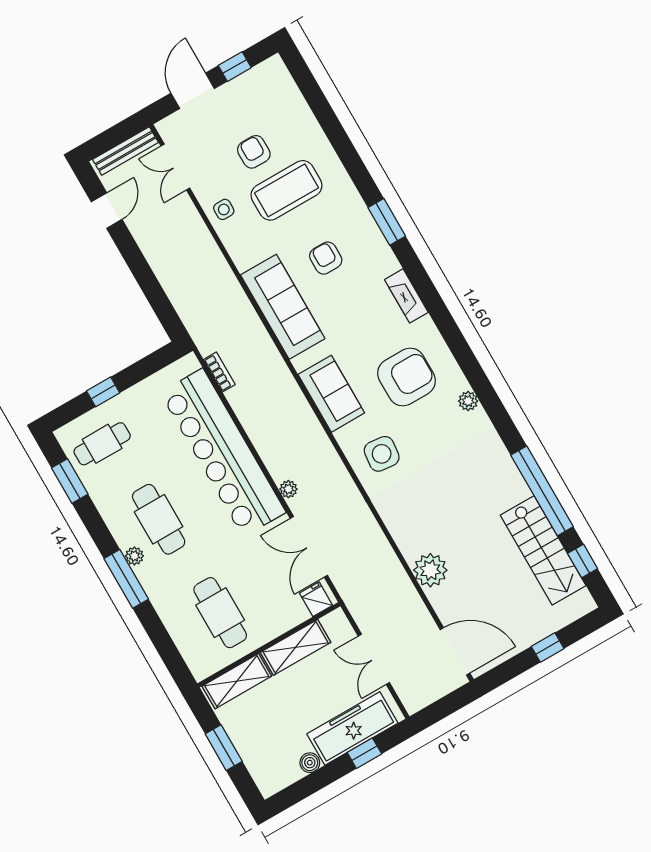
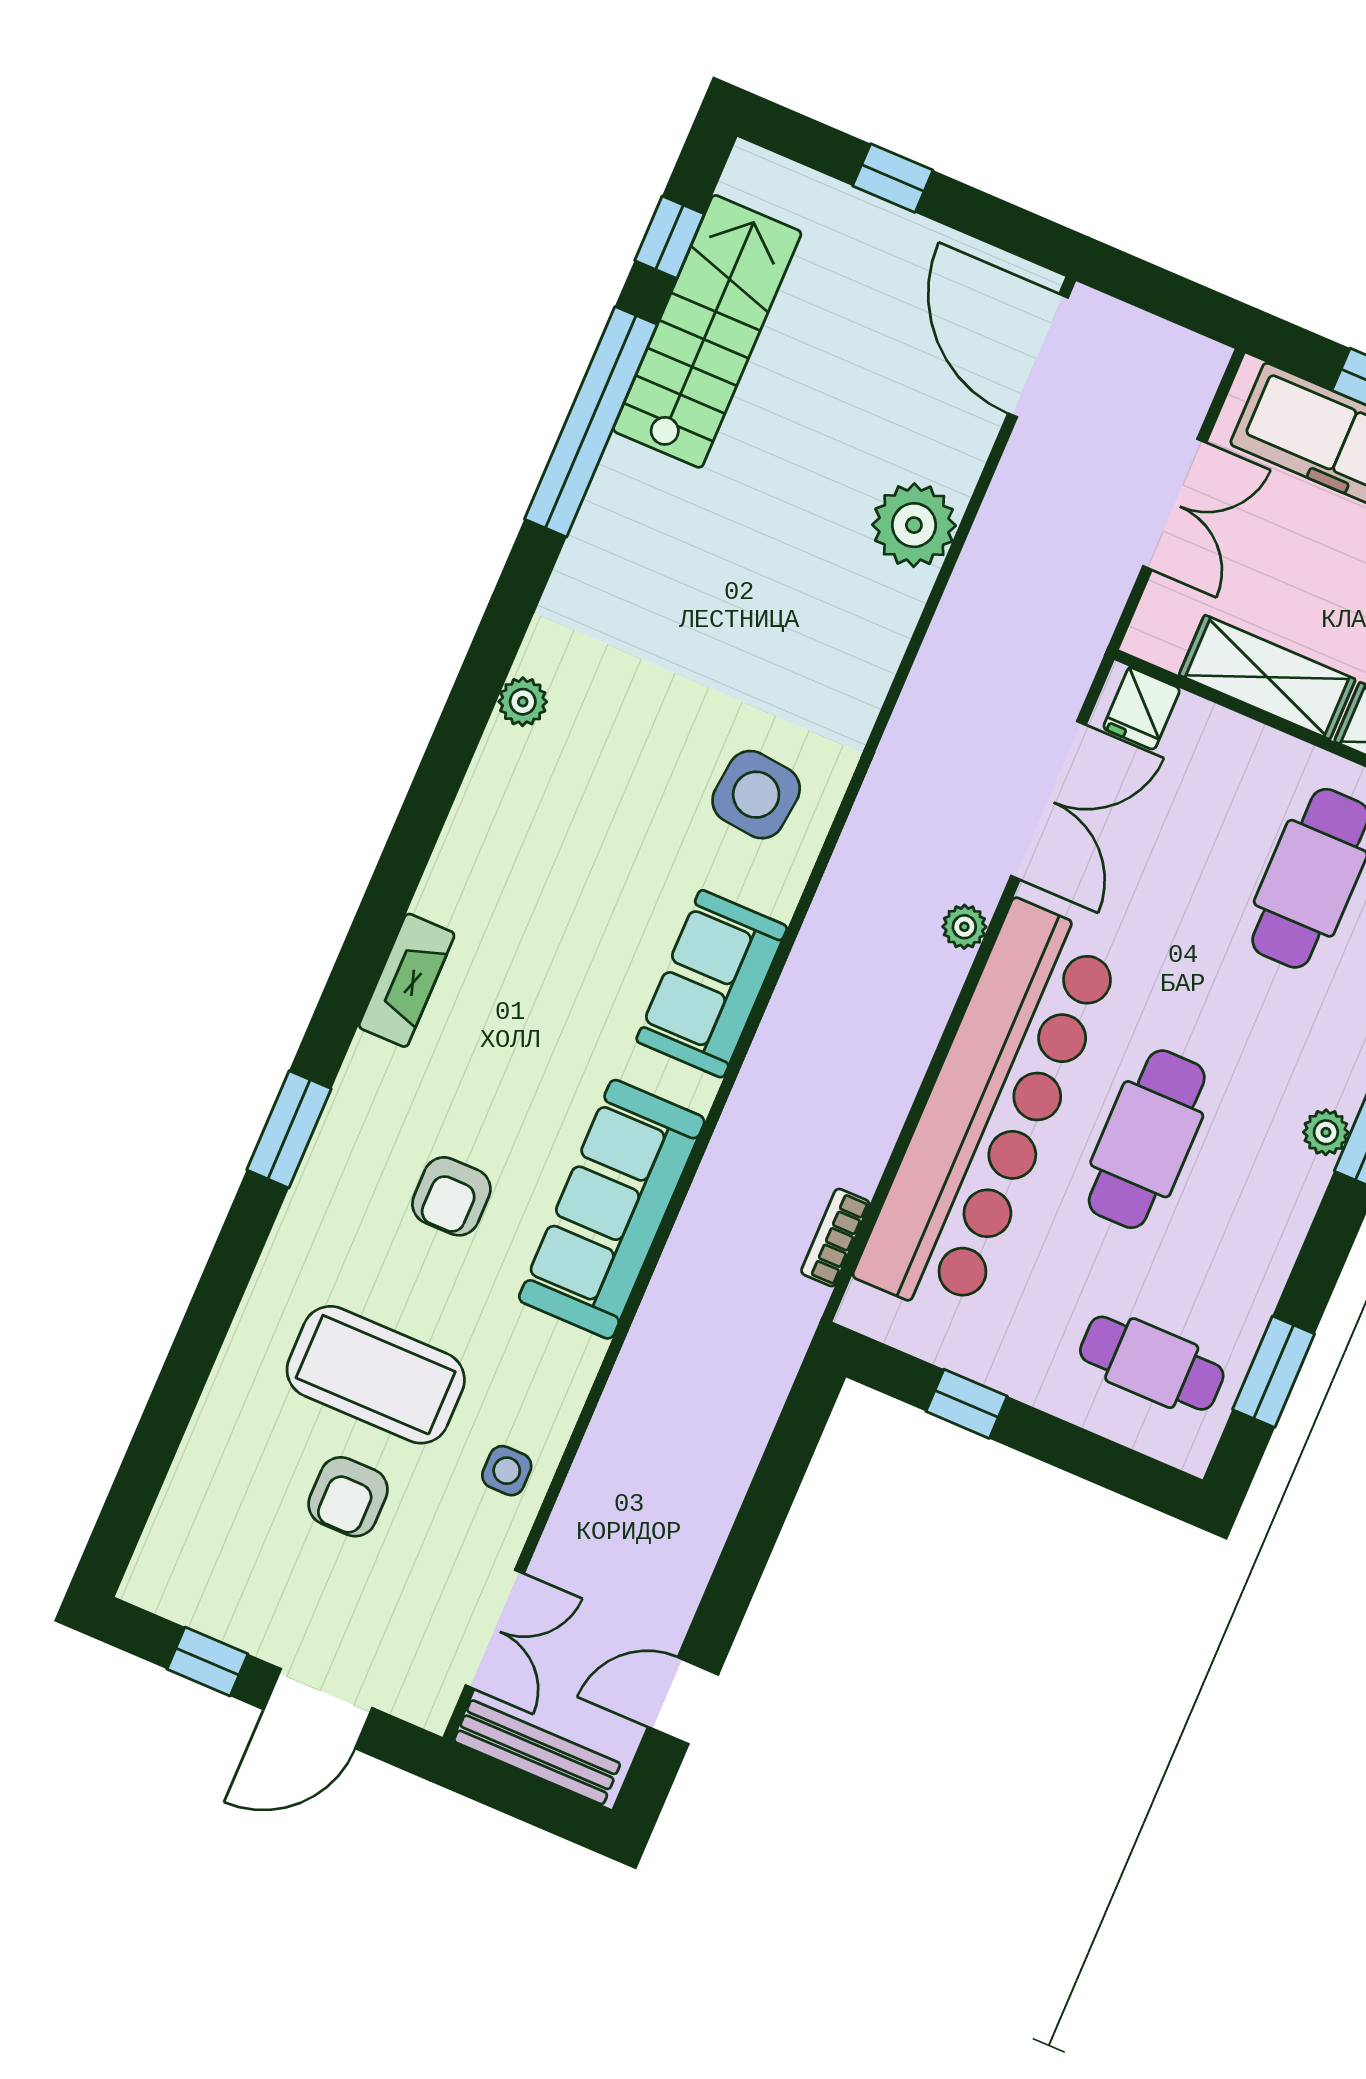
armchair: (407, 377) -> (567, 860), removed
window: (103, 392) -> (967, 1404), moved
cafe table: (159, 519) -> (1147, 1139), moved

